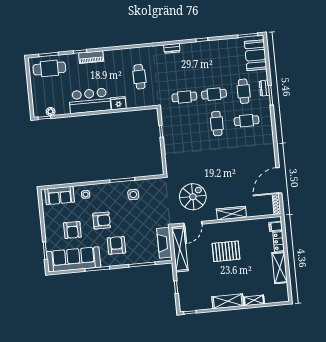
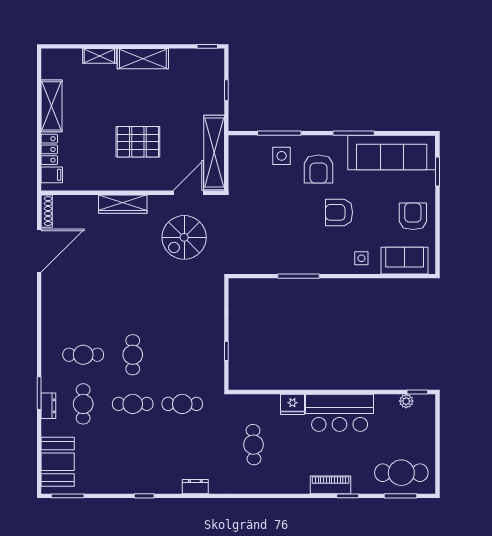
side table: (133, 195) -> (282, 156), moved
armchair: (72, 230) -> (413, 216), moved
fireplace: (164, 243) -> (239, 166), removed

